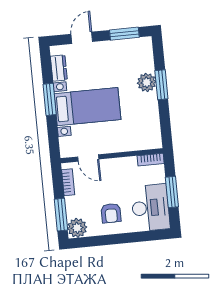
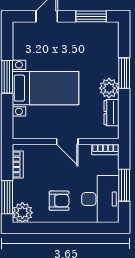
dresser: (59, 68) -> (112, 113), moved, turned 180
plant: (147, 82) -> (109, 88), moved
door: (88, 158) -> (67, 141), moved
armchair: (111, 213) -> (59, 201), turned -90

